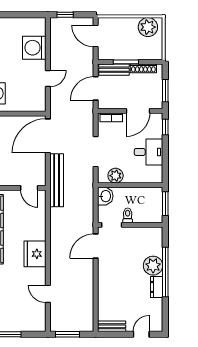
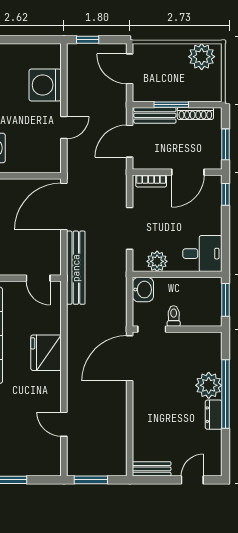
desk: (148, 152) -> (202, 254), moved
door: (96, 246) -> (130, 358), width x1.36
fridge: (35, 254) -> (46, 353), moved

